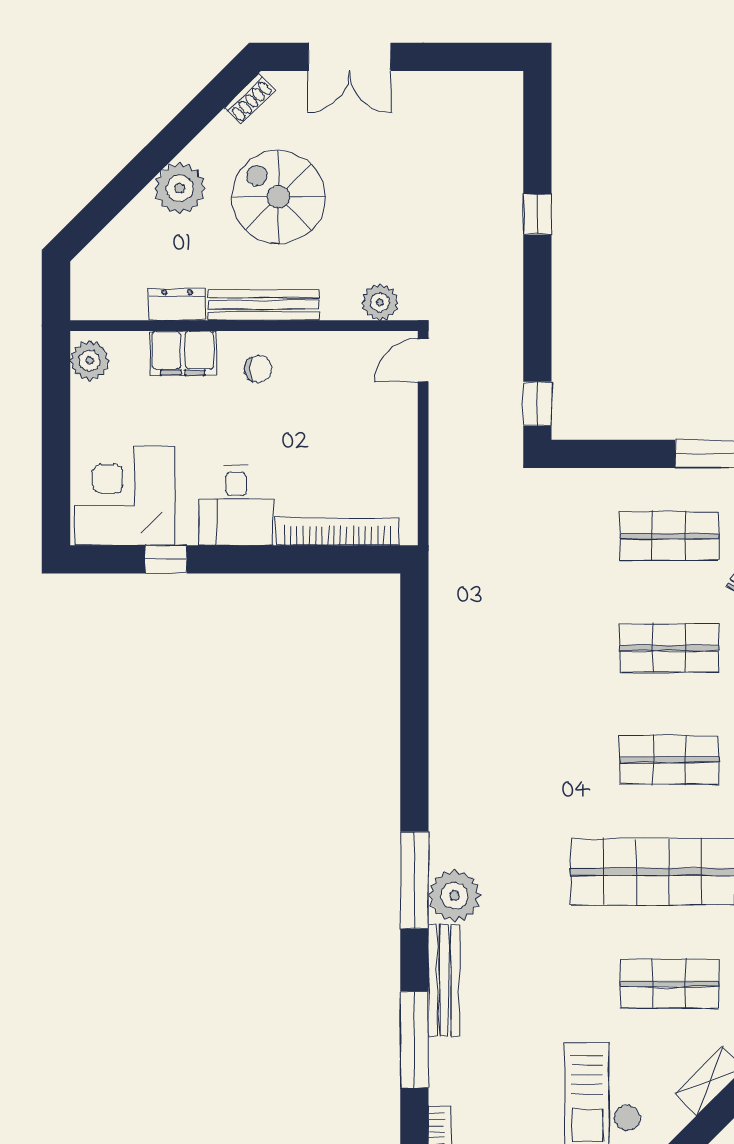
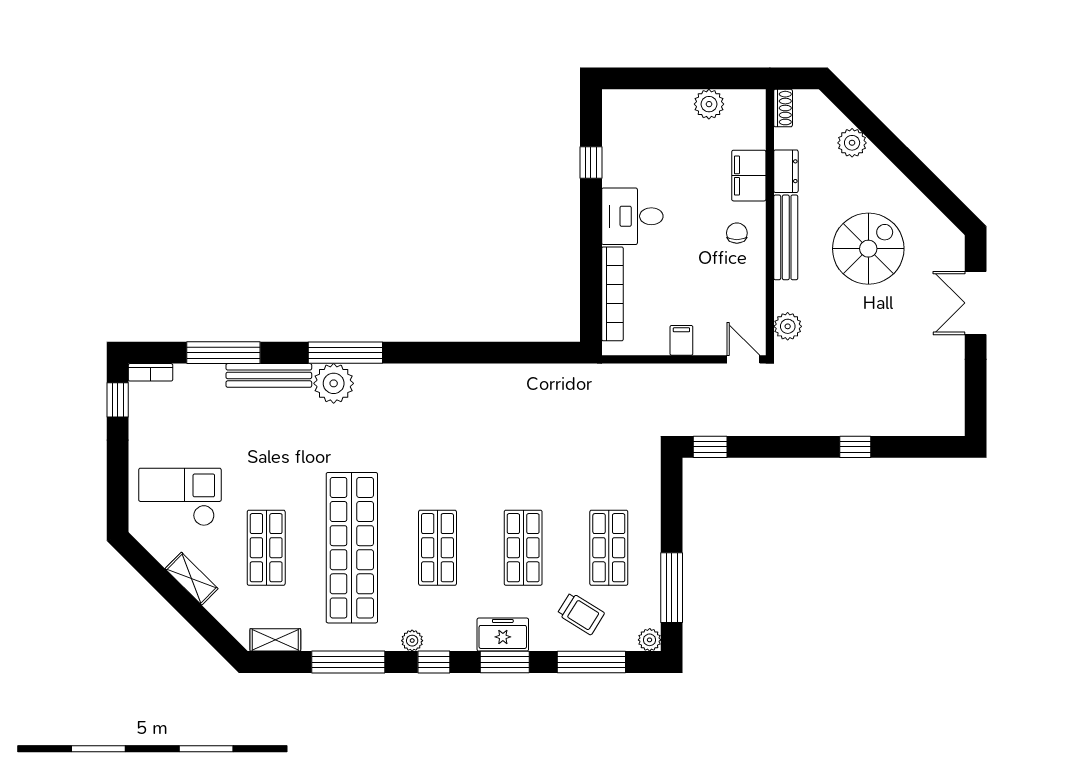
shoe rack: (250, 99) -> (783, 108), moved, turned -135
plant: (180, 188) -> (852, 143), moved, width x0.73, depth x0.73
plant: (90, 361) -> (709, 104), moved
chair: (258, 369) -> (737, 233), turned 180
filing cabinet: (398, 441) -> (681, 340), added
corner desk: (125, 496) -> (640, 131), removed

